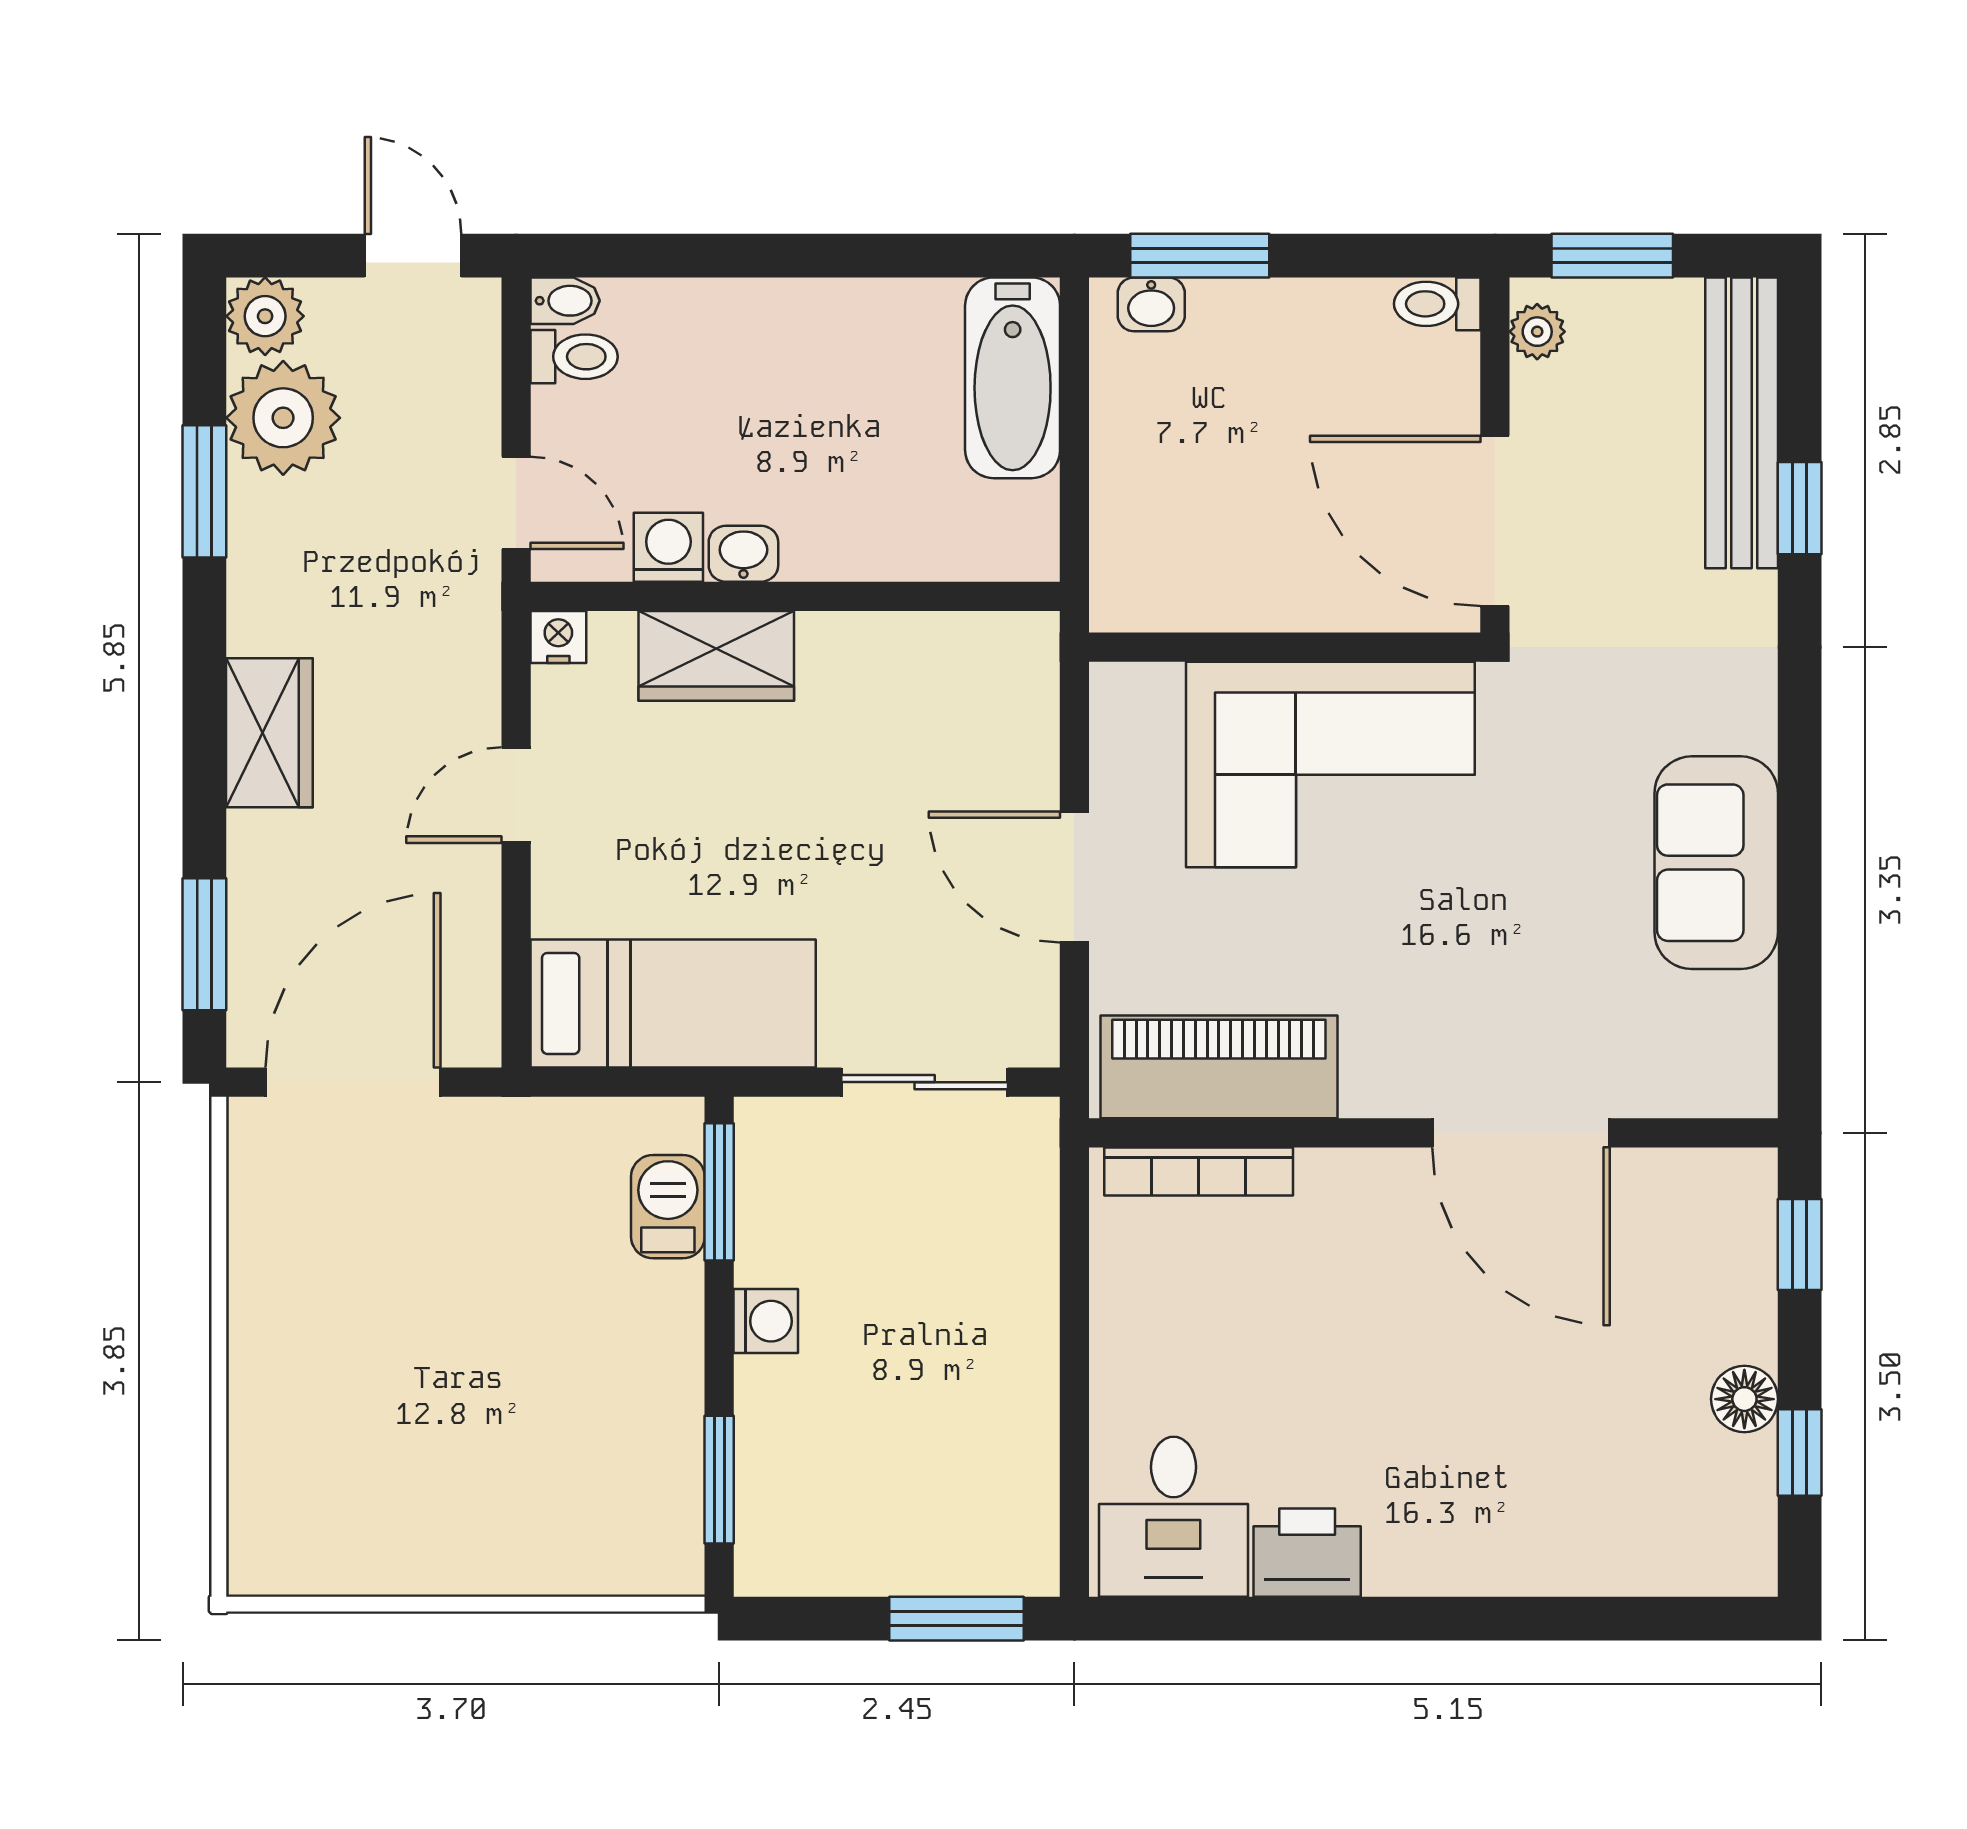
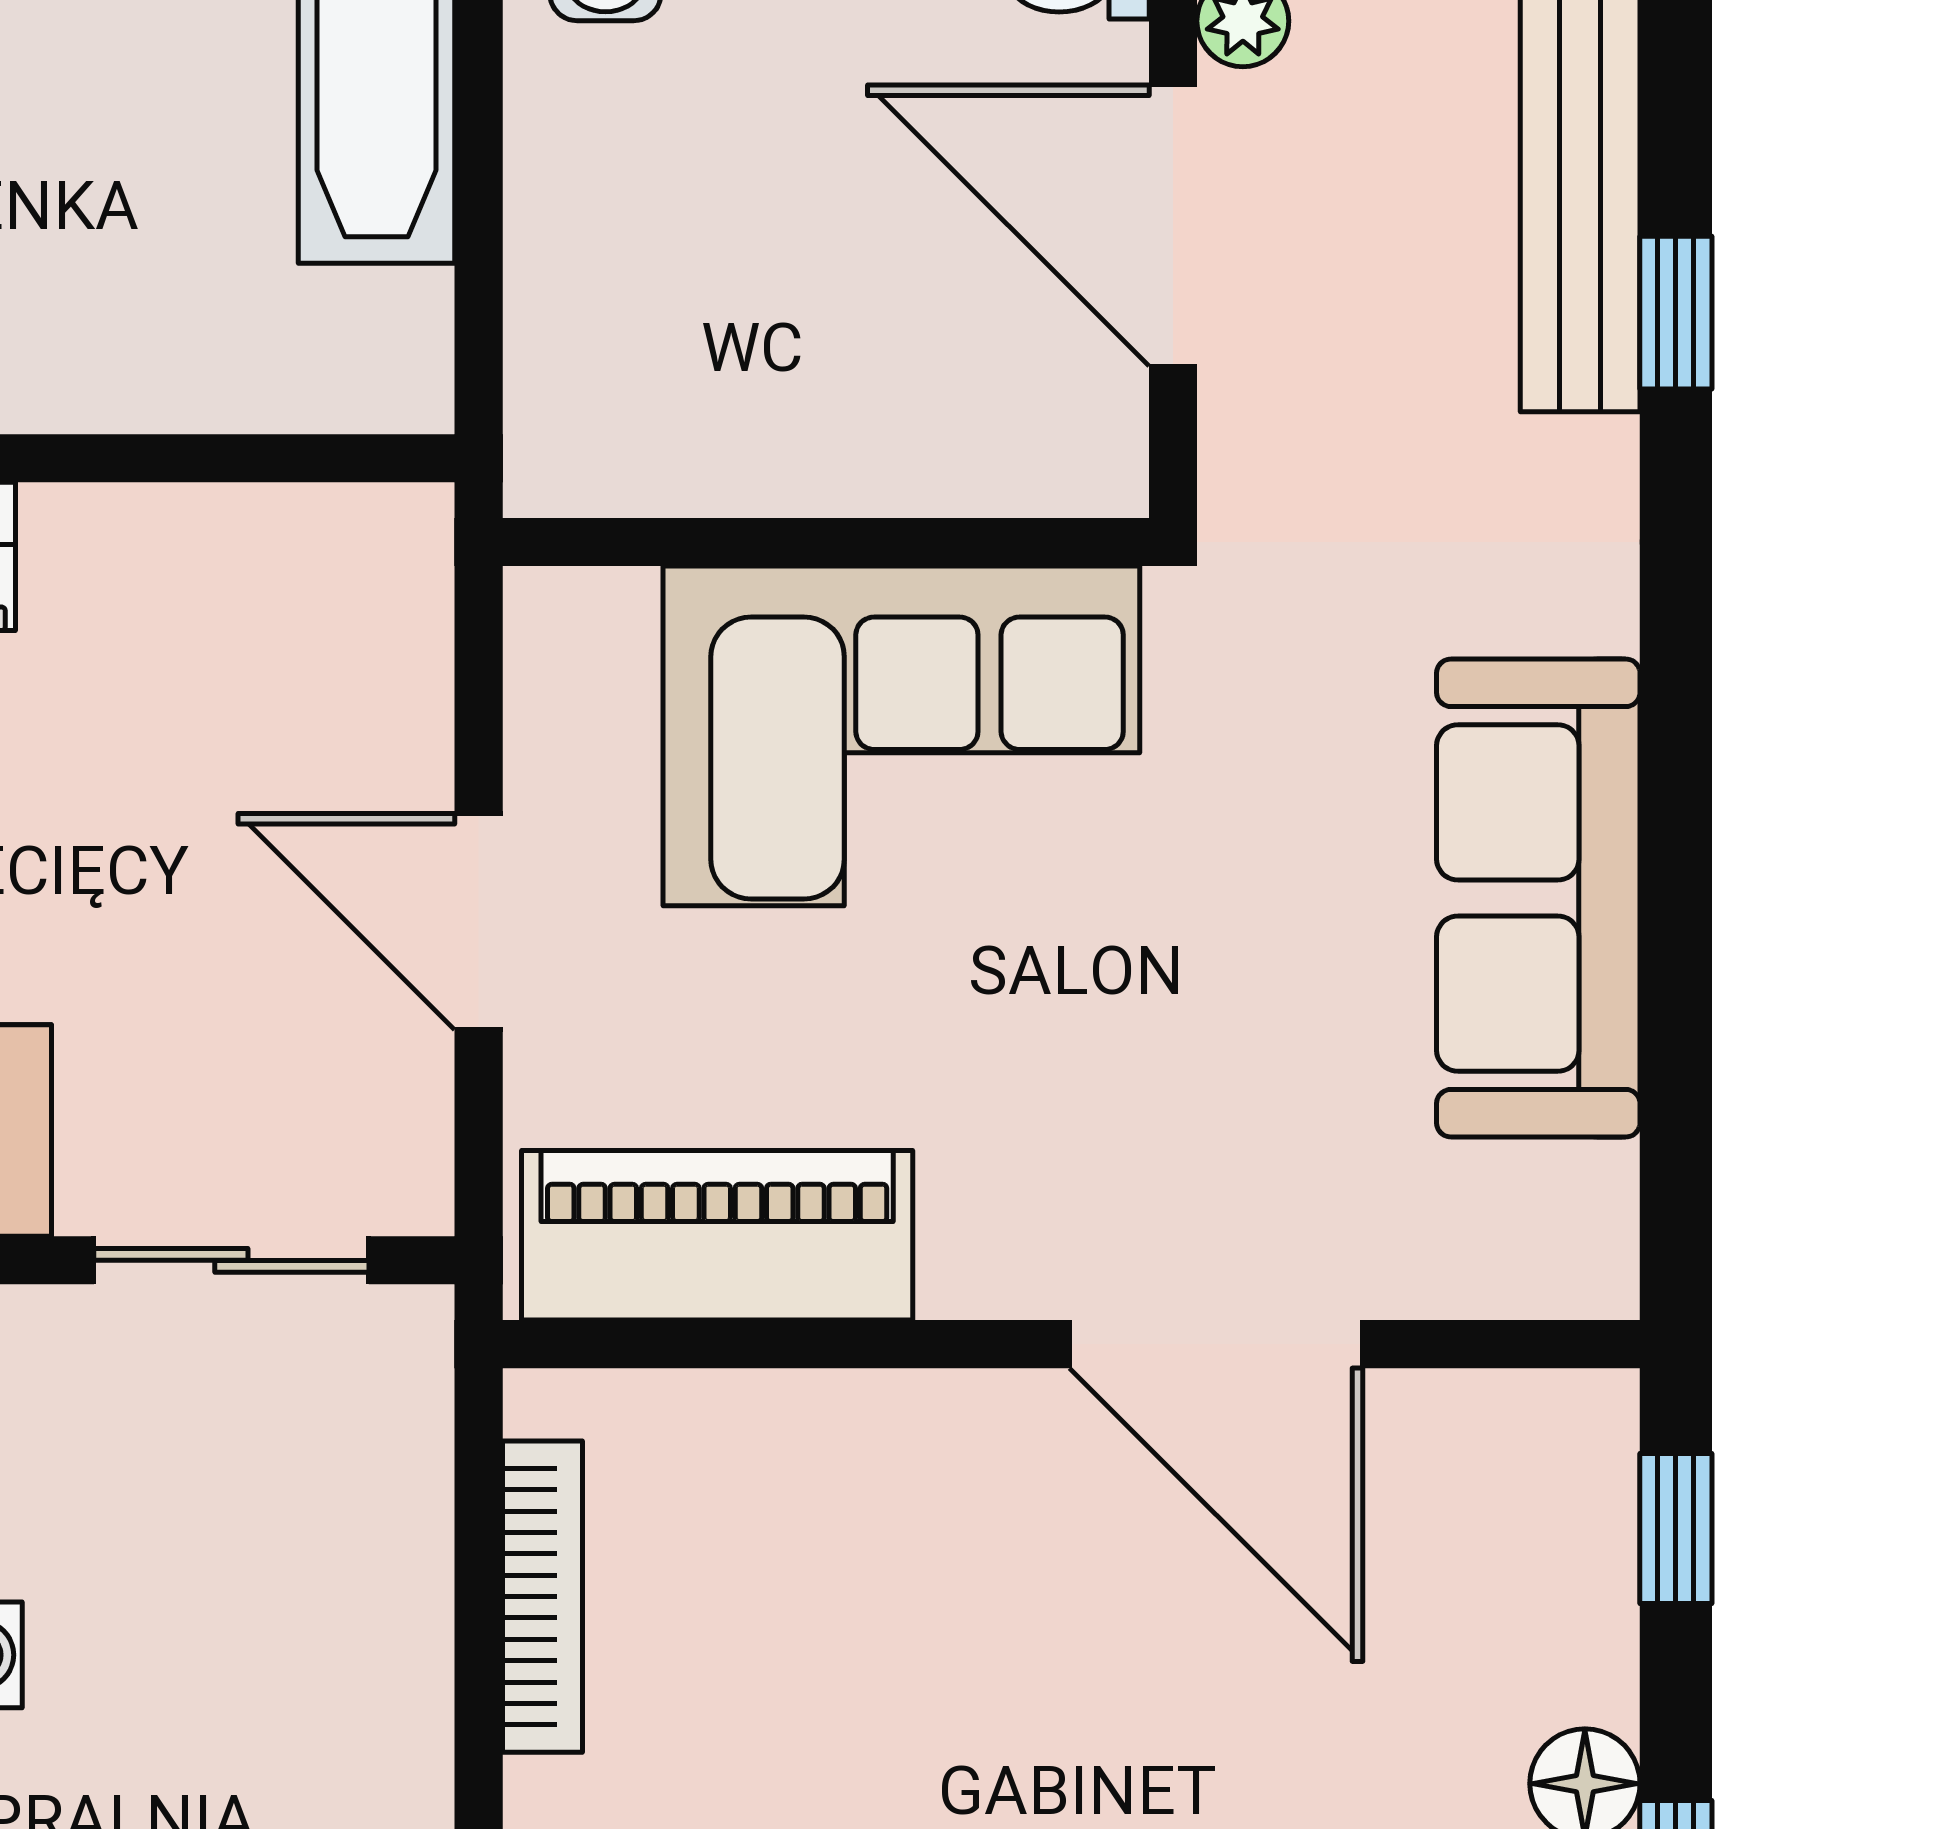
door: (1495, 521) -> (1173, 225), moved
sofa: (1716, 863) -> (1538, 898), width x1.36
bookcase: (1199, 1171) -> (542, 1597), moved, turned -90

